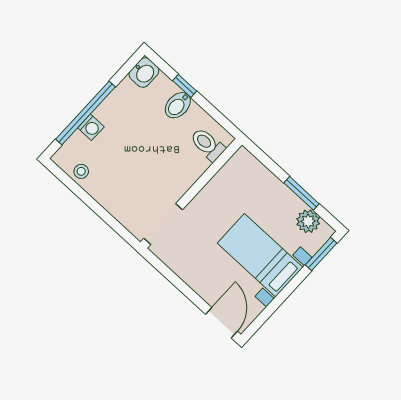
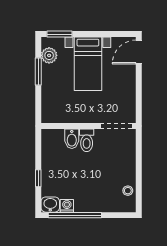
bidet: (178, 105) -> (72, 139), moved, turned 90
window: (85, 113) -> (75, 215), moved
washing machine: (91, 127) -> (67, 206), moved
toilet: (208, 144) -> (87, 140), moved

